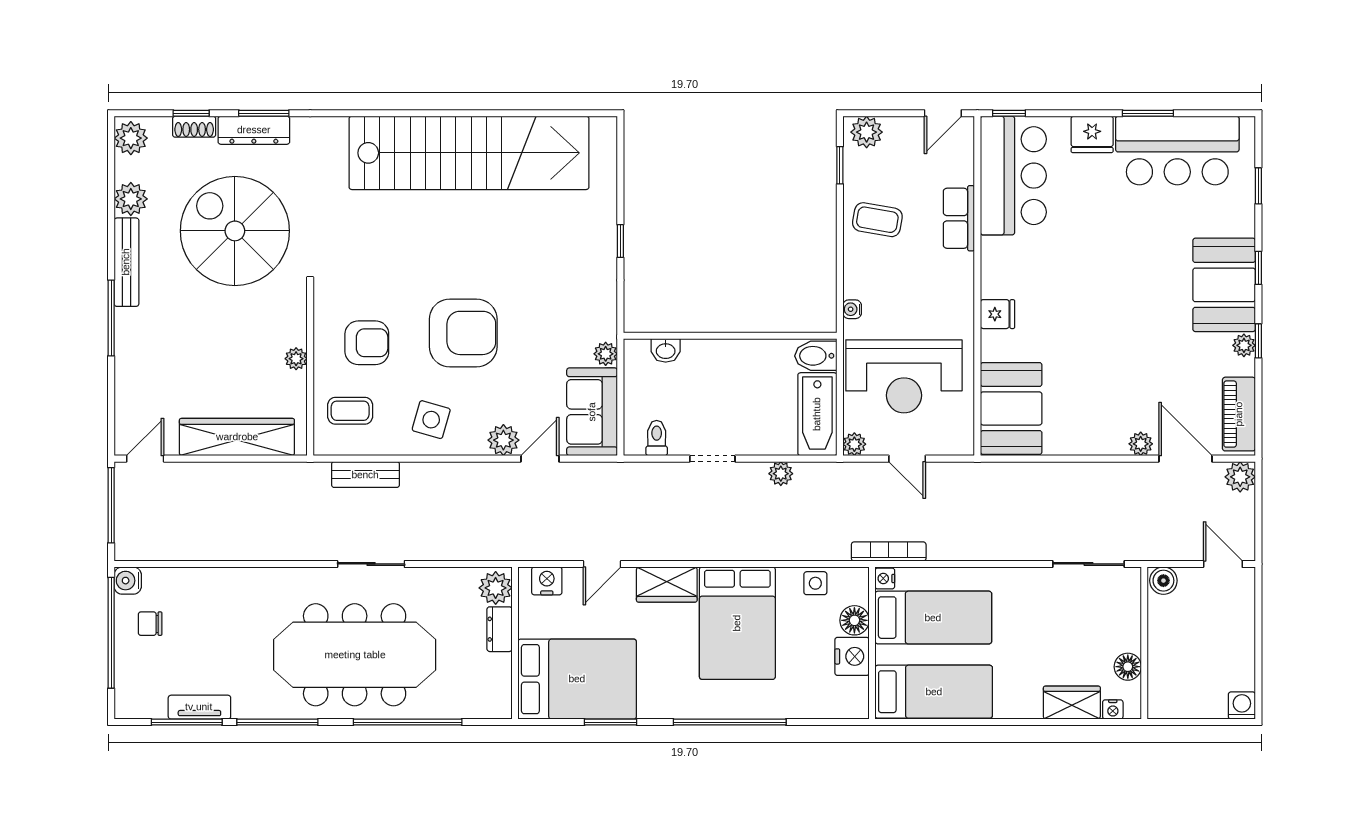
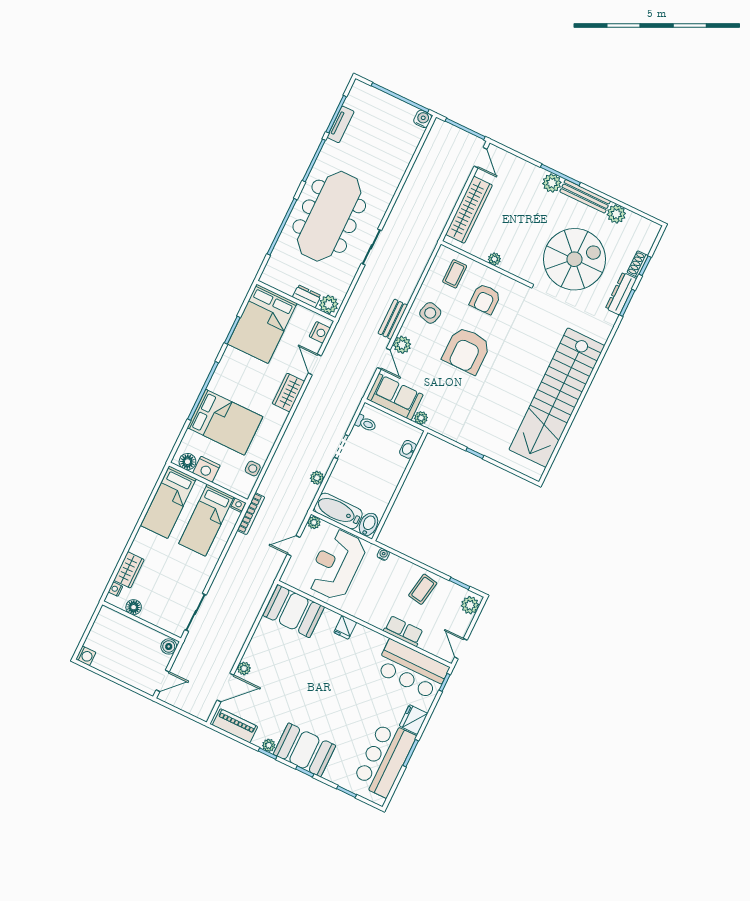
plant: (131, 138) -> (552, 183), moved
bench: (365, 475) -> (393, 319), moved
plant: (1240, 477) -> (203, 711), removed
floor lamp: (854, 620) -> (187, 462), moved
bed: (737, 623) -> (225, 422), moved, turned 180
chair: (150, 624) -> (395, 120), removed

